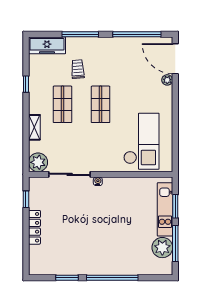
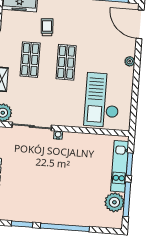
plant: (167, 80) -> (130, 61), moved
checkout: (141, 141) -> (102, 100), turned 180

